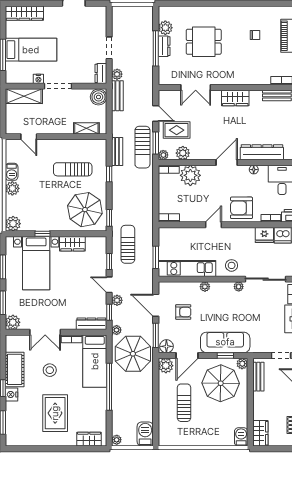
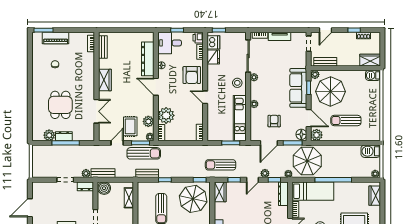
wardrobe: (72, 244) -> (220, 192), moved

